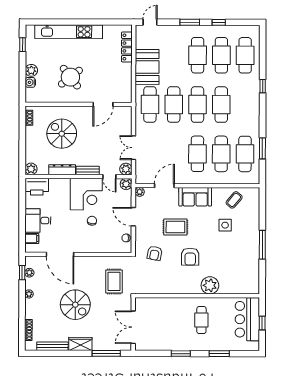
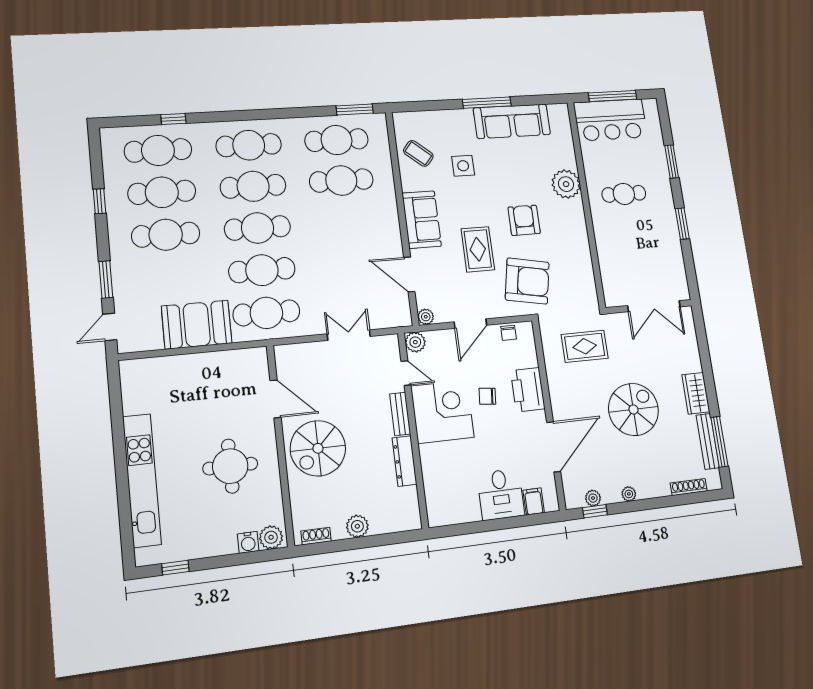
door: (150, 22) -> (110, 327), hinge flipped
window: (190, 22) -> (106, 279), moved
locker: (127, 47) -> (162, 366), removed
plant: (31, 70) -> (271, 537), moved
round table: (70, 77) -> (230, 466), turned 38
window: (263, 86) -> (173, 119), moved
spiral stairs: (62, 134) -> (318, 448), moved
double door: (133, 148) -> (349, 335), swing flipped
window: (262, 148) -> (355, 109), moved
cafe table: (197, 154) -> (249, 145), moved
plant: (31, 169) -> (357, 526), moved
plant: (126, 169) -> (389, 345), removed
door: (109, 177) -> (406, 373), hinge flipped
printer: (37, 187) -> (528, 390), moved, turned 180
armchair: (155, 253) -> (527, 281), width x1.88, depth x1.88
armchair: (190, 257) -> (524, 220), turned -90
sofa: (250, 258) -> (512, 121), added
window: (262, 323) -> (613, 96), width x2.17
window: (106, 353) -> (719, 442), moved

